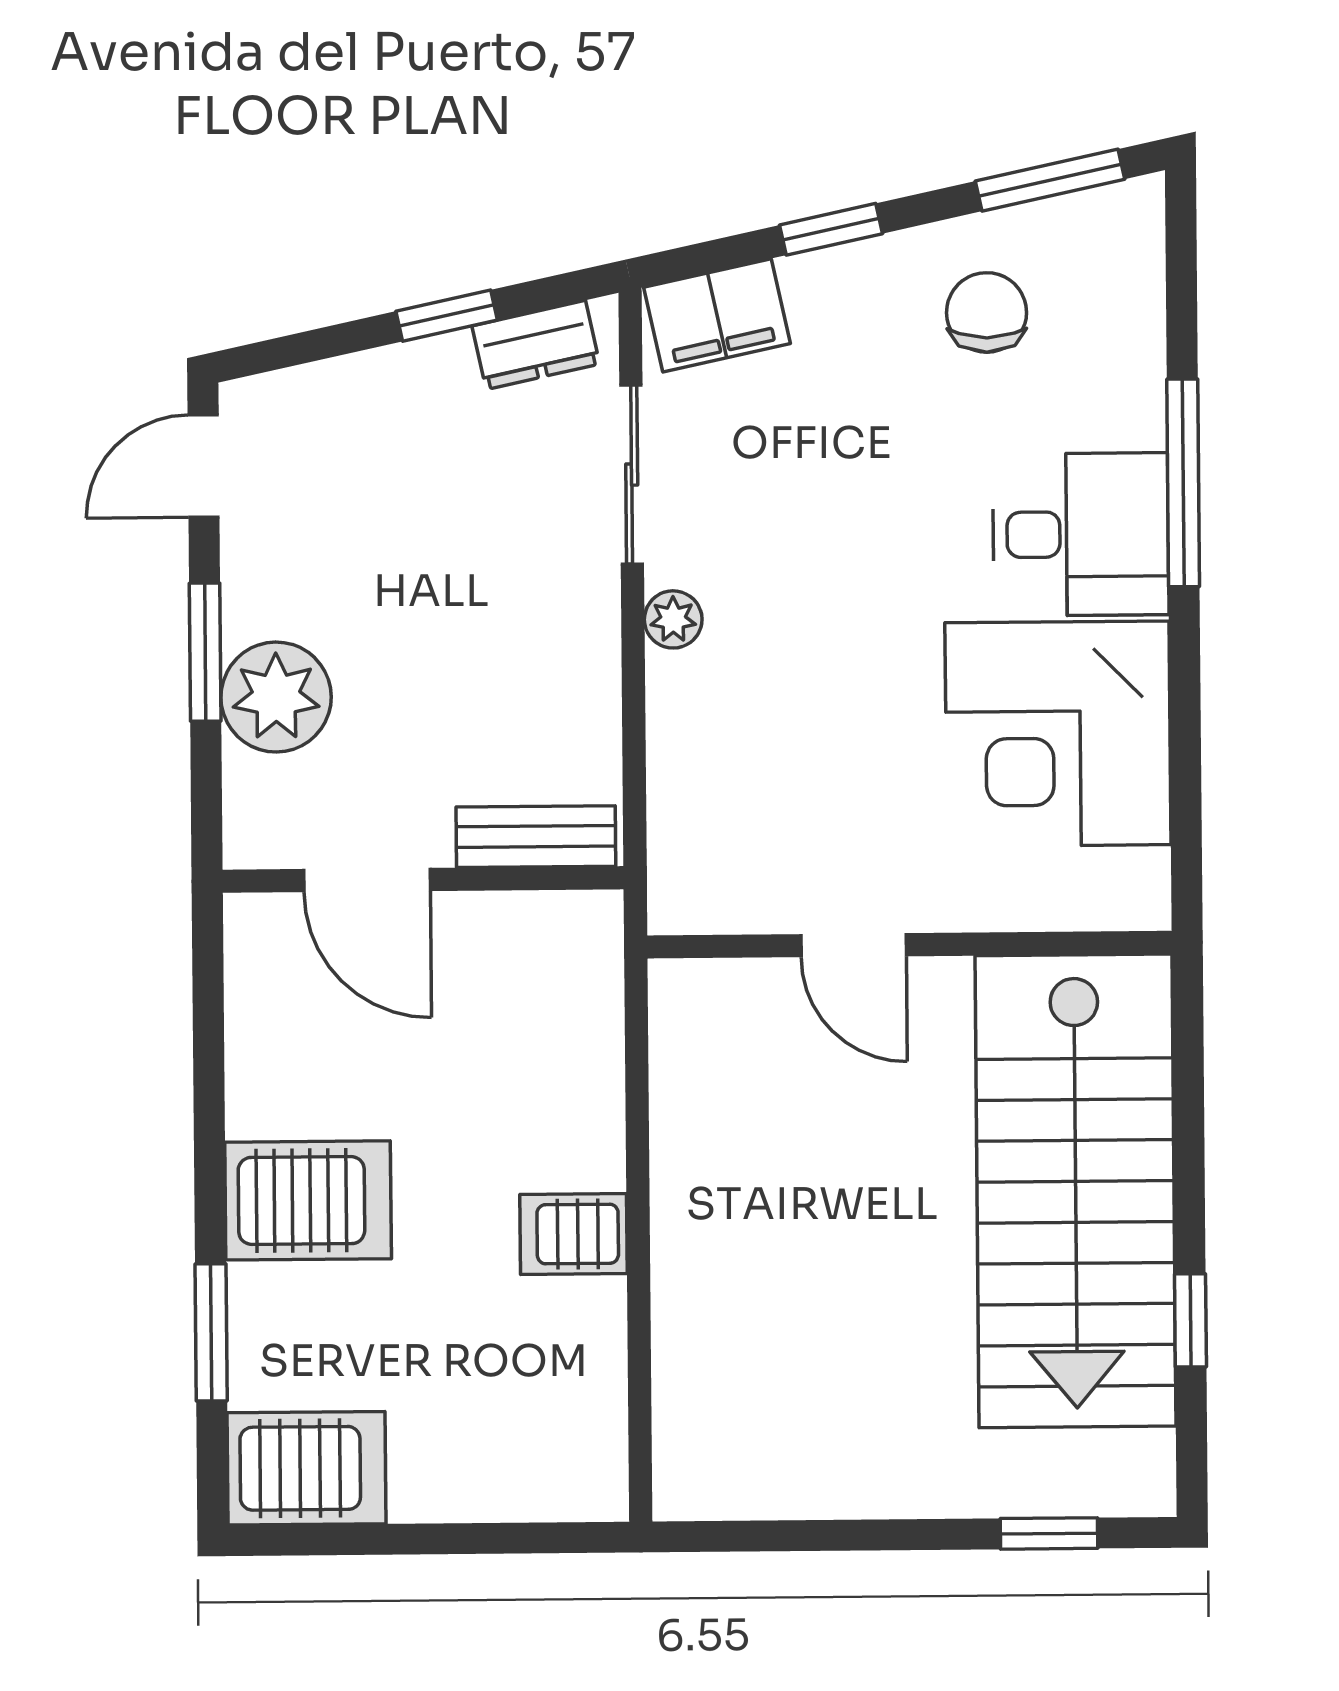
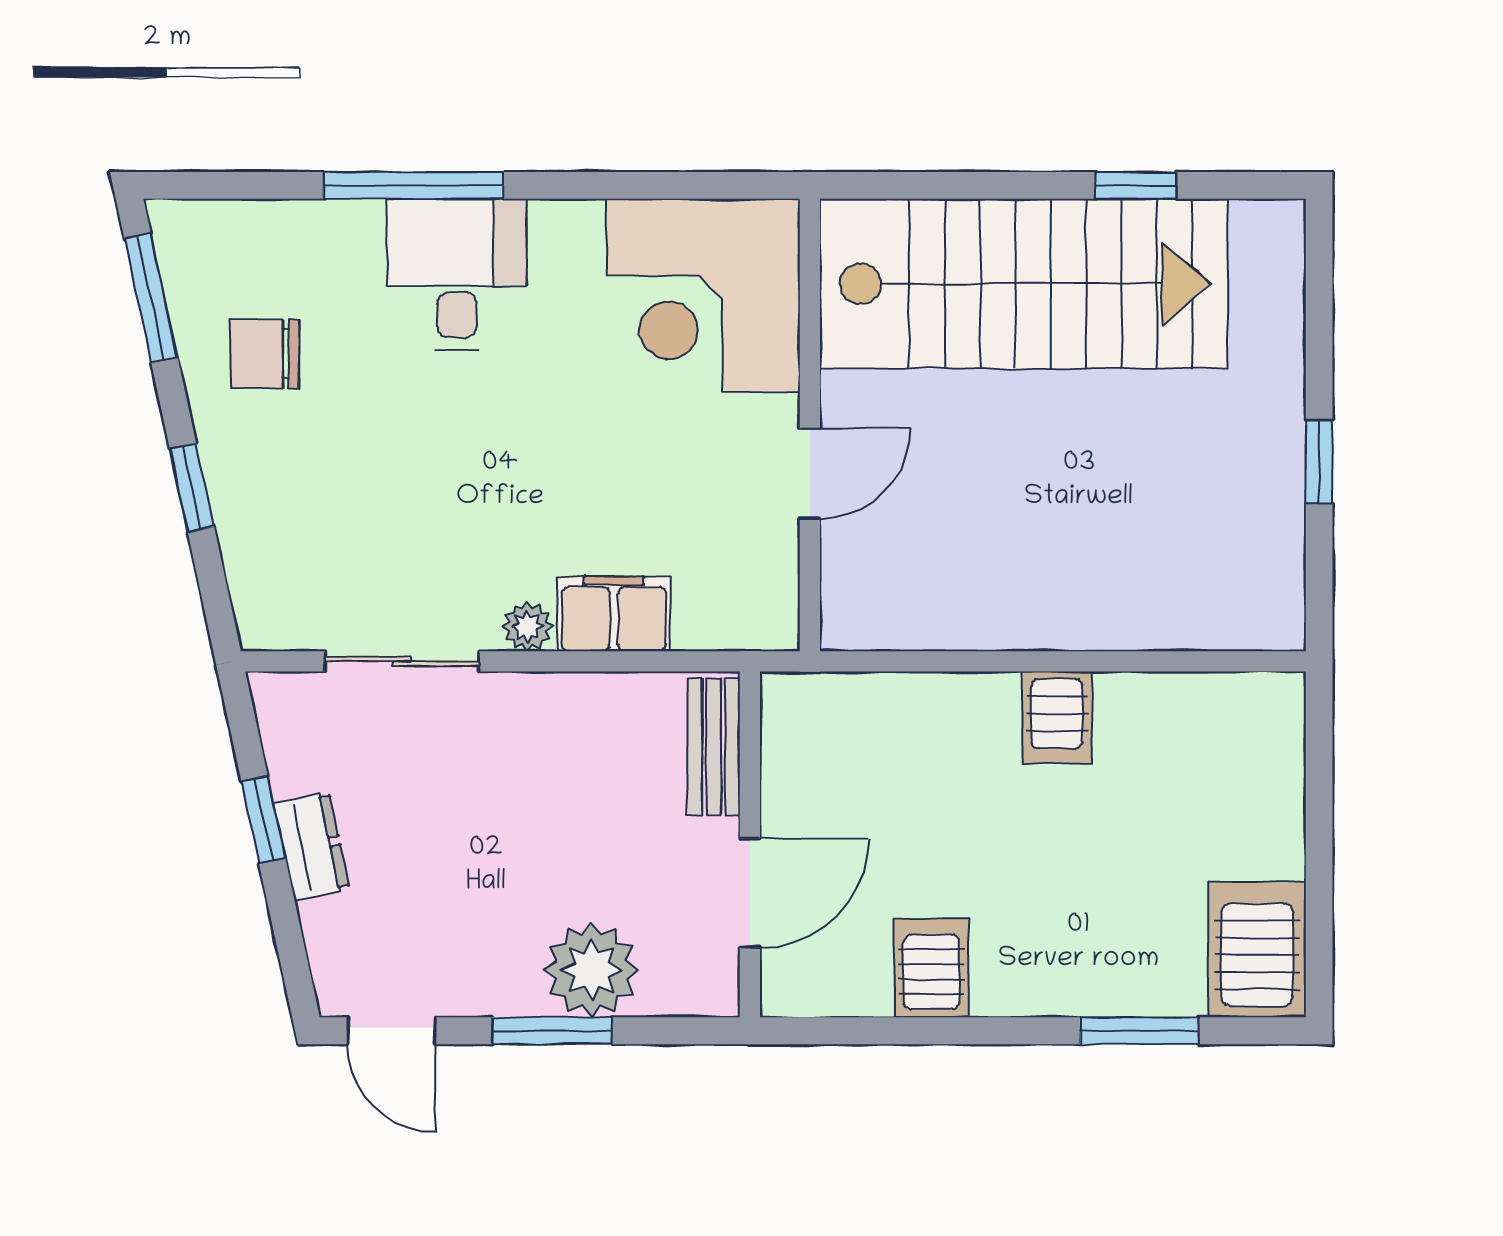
filing cabinet: (717, 315) -> (614, 614), moved, turned -78
dresser: (536, 345) -> (312, 846), moved
corner desk: (1058, 734) -> (703, 295), moved, turned 90
server rack: (308, 1200) -> (931, 968), moved, width x0.73, depth x0.70
window: (1049, 1533) -> (1319, 462), moved

